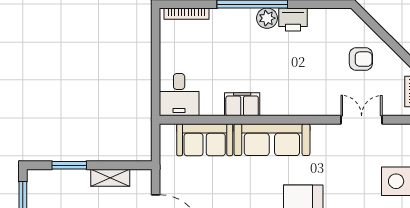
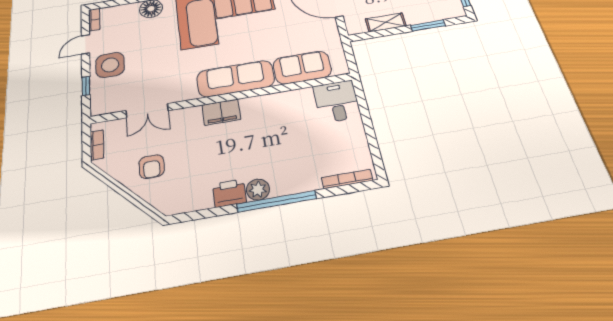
armchair: (361, 59) -> (152, 167), turned -90
filing cabinet: (242, 104) -> (221, 112), moved

